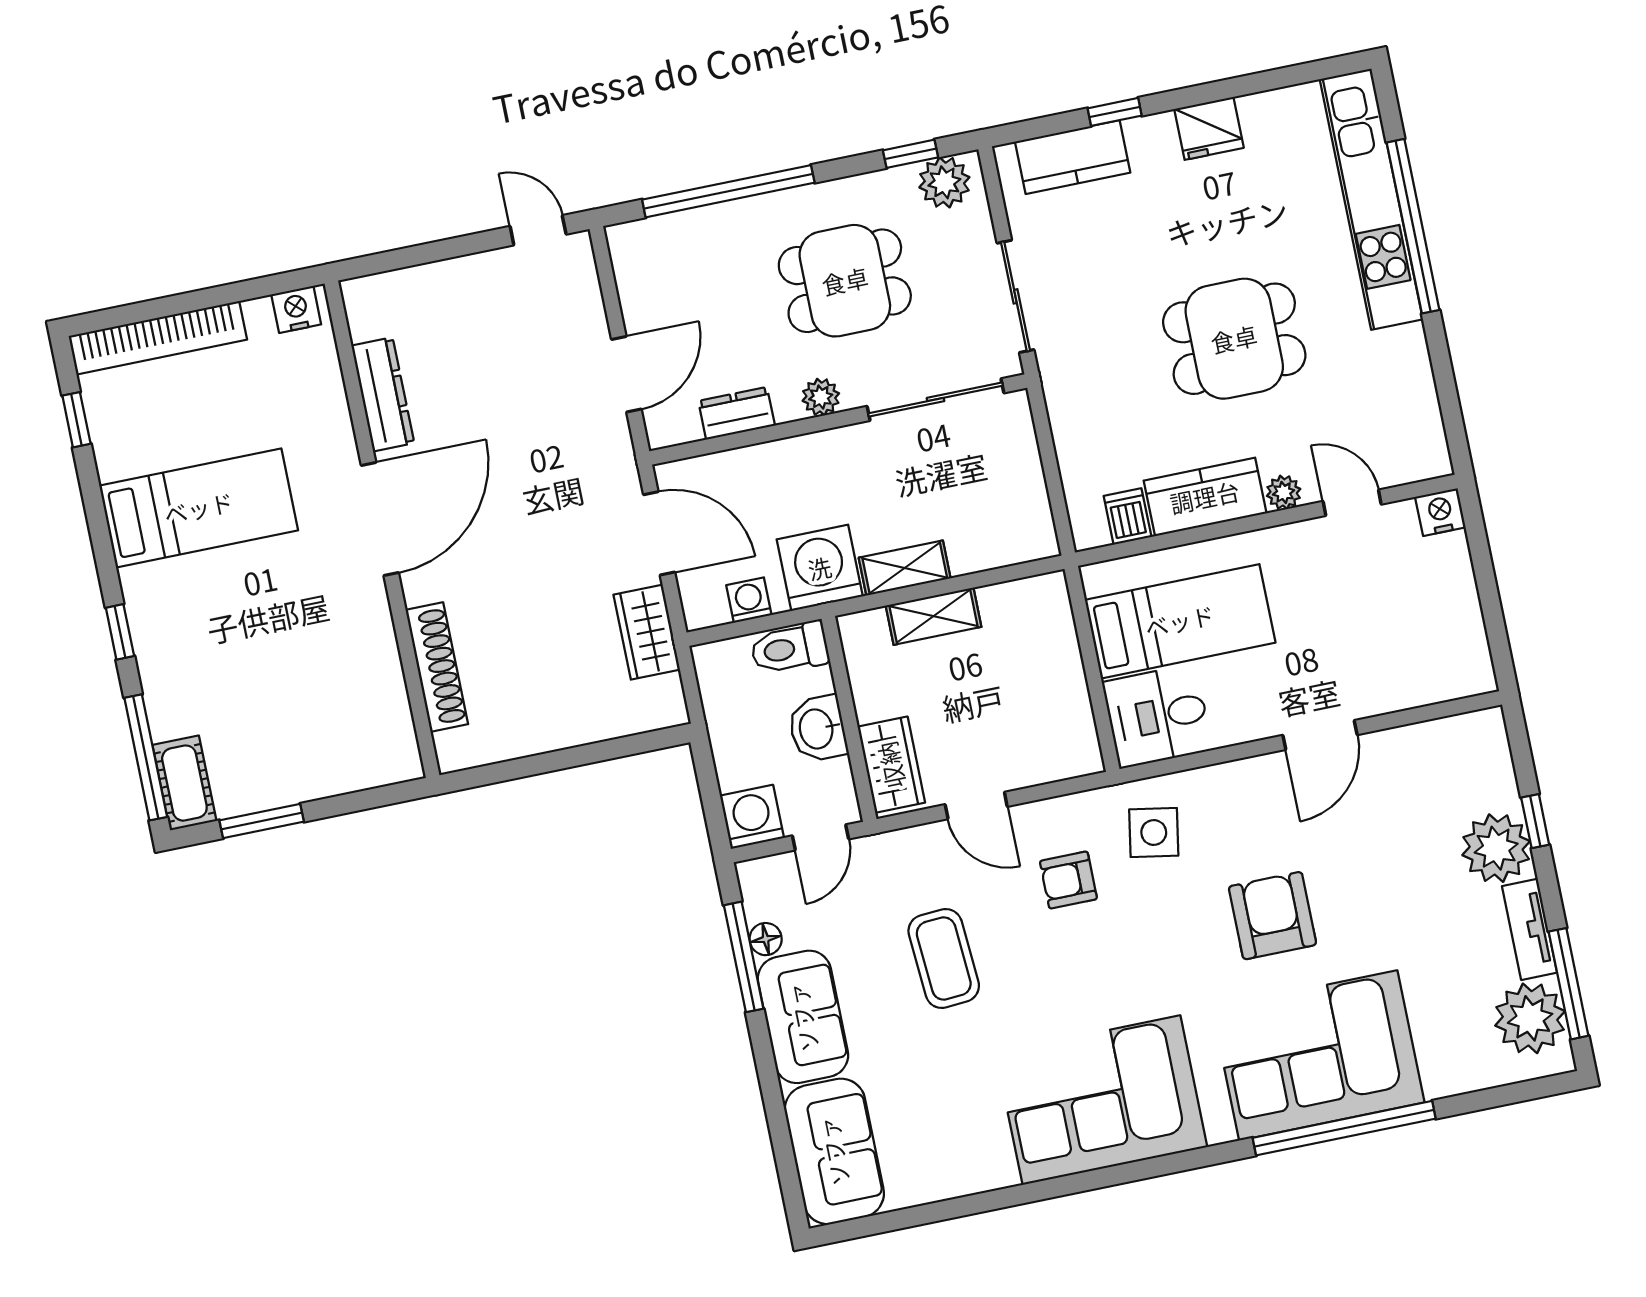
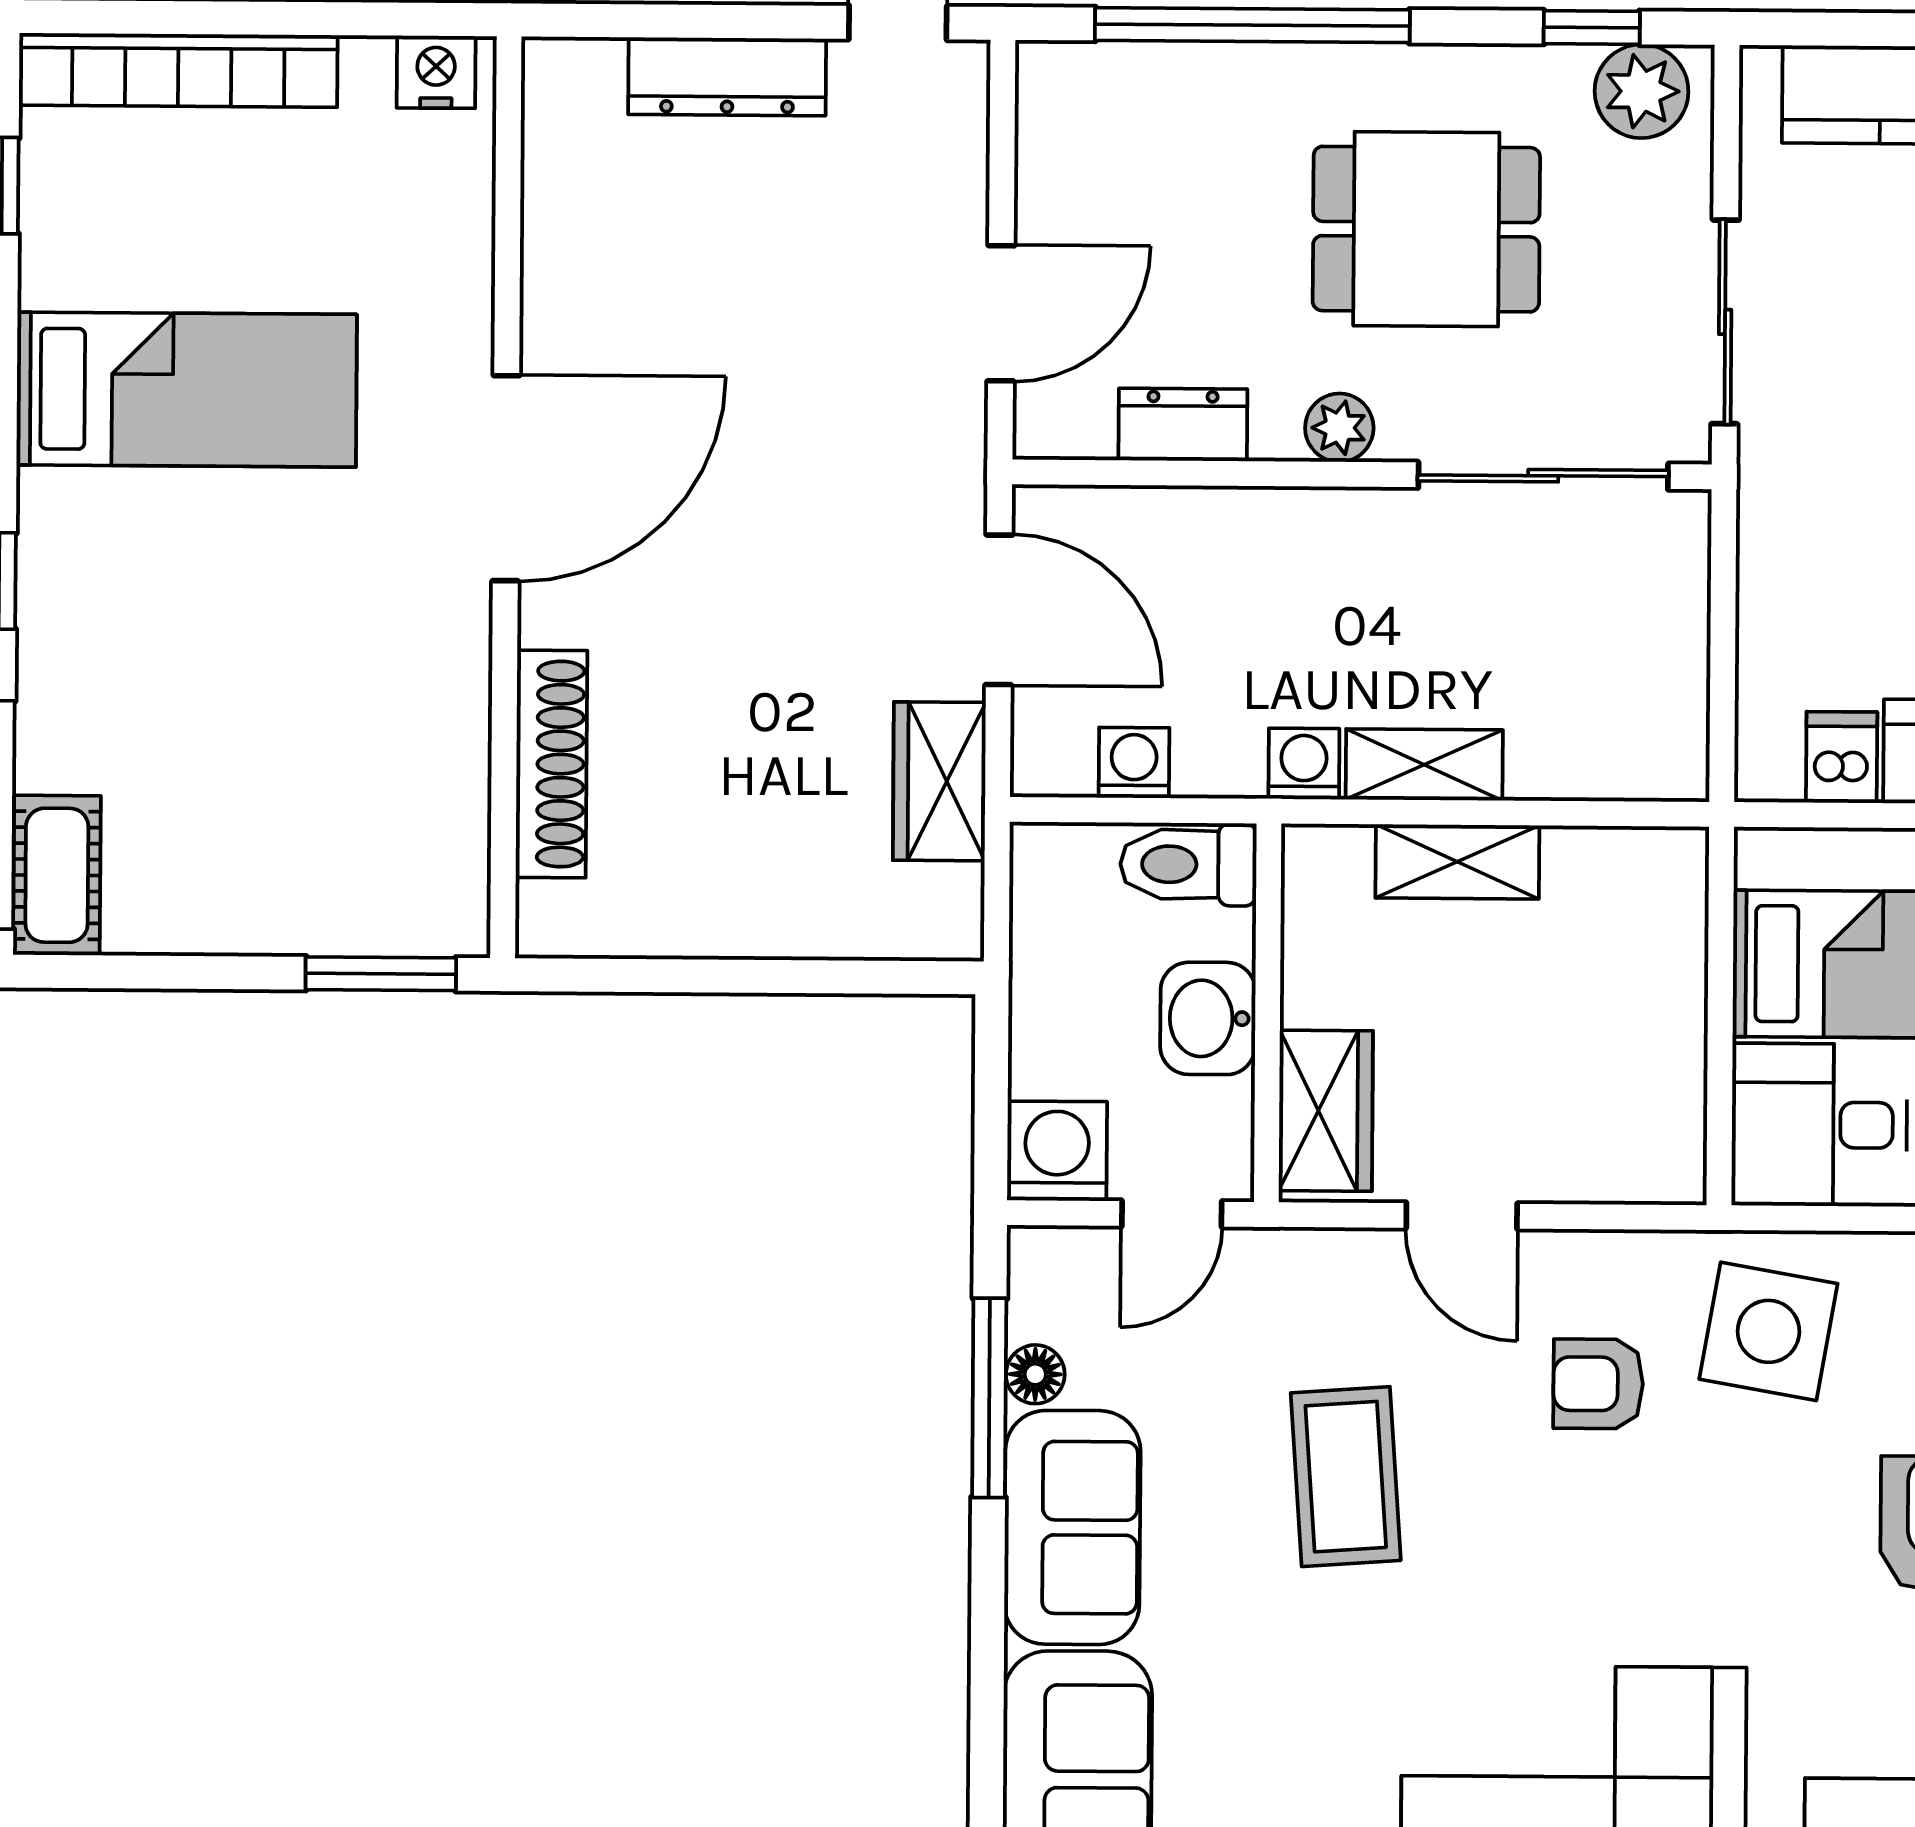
dresser: (383, 394) -> (727, 77), moved, turned 90
washing machine: (820, 568) -> (1304, 764), width x0.53, depth x0.53
window: (262, 821) -> (381, 974), moved
side table: (1154, 833) -> (1768, 1331), width x1.37, depth x1.37

